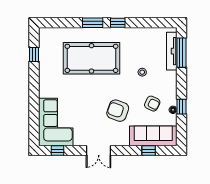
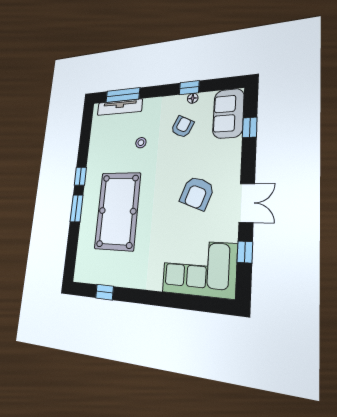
armchair: (118, 111) -> (197, 193), moved
sofa: (153, 136) -> (228, 113), width x0.73
window: (57, 151) -> (245, 252), moved

